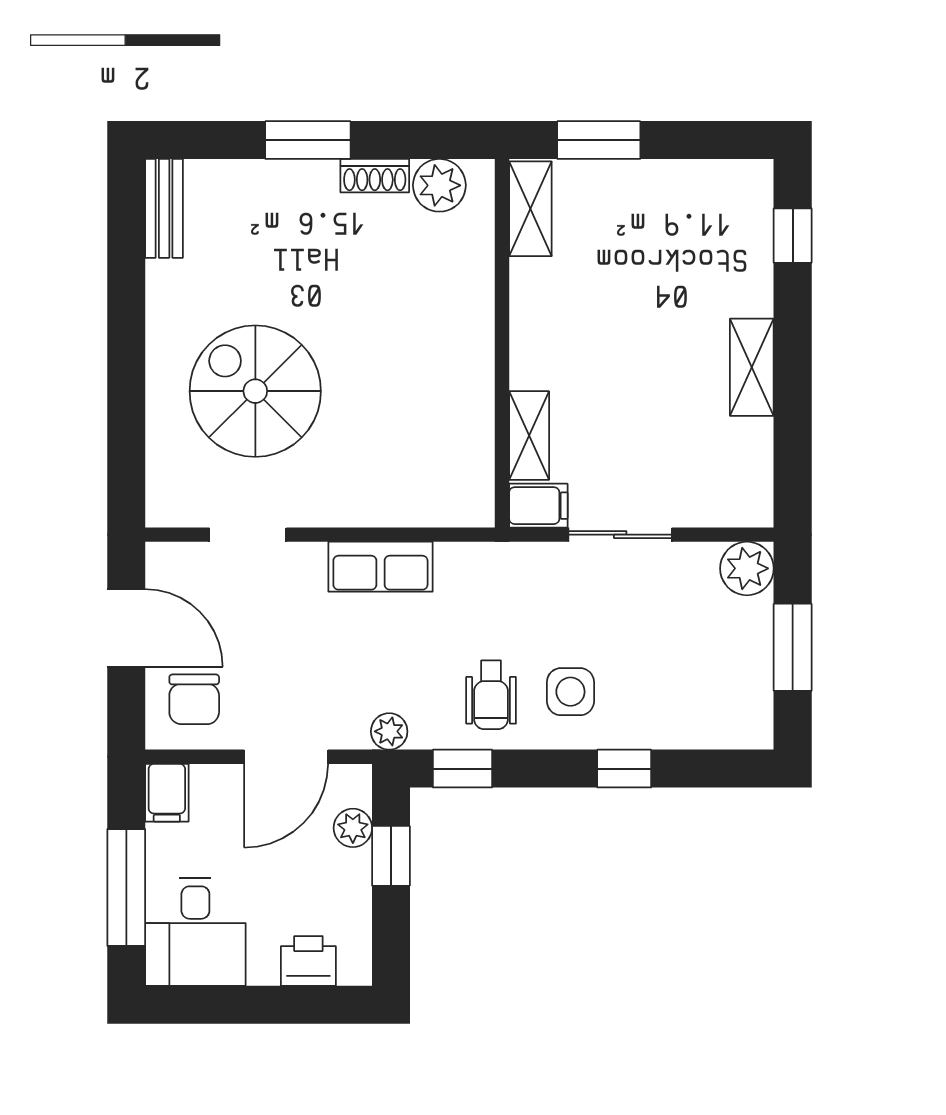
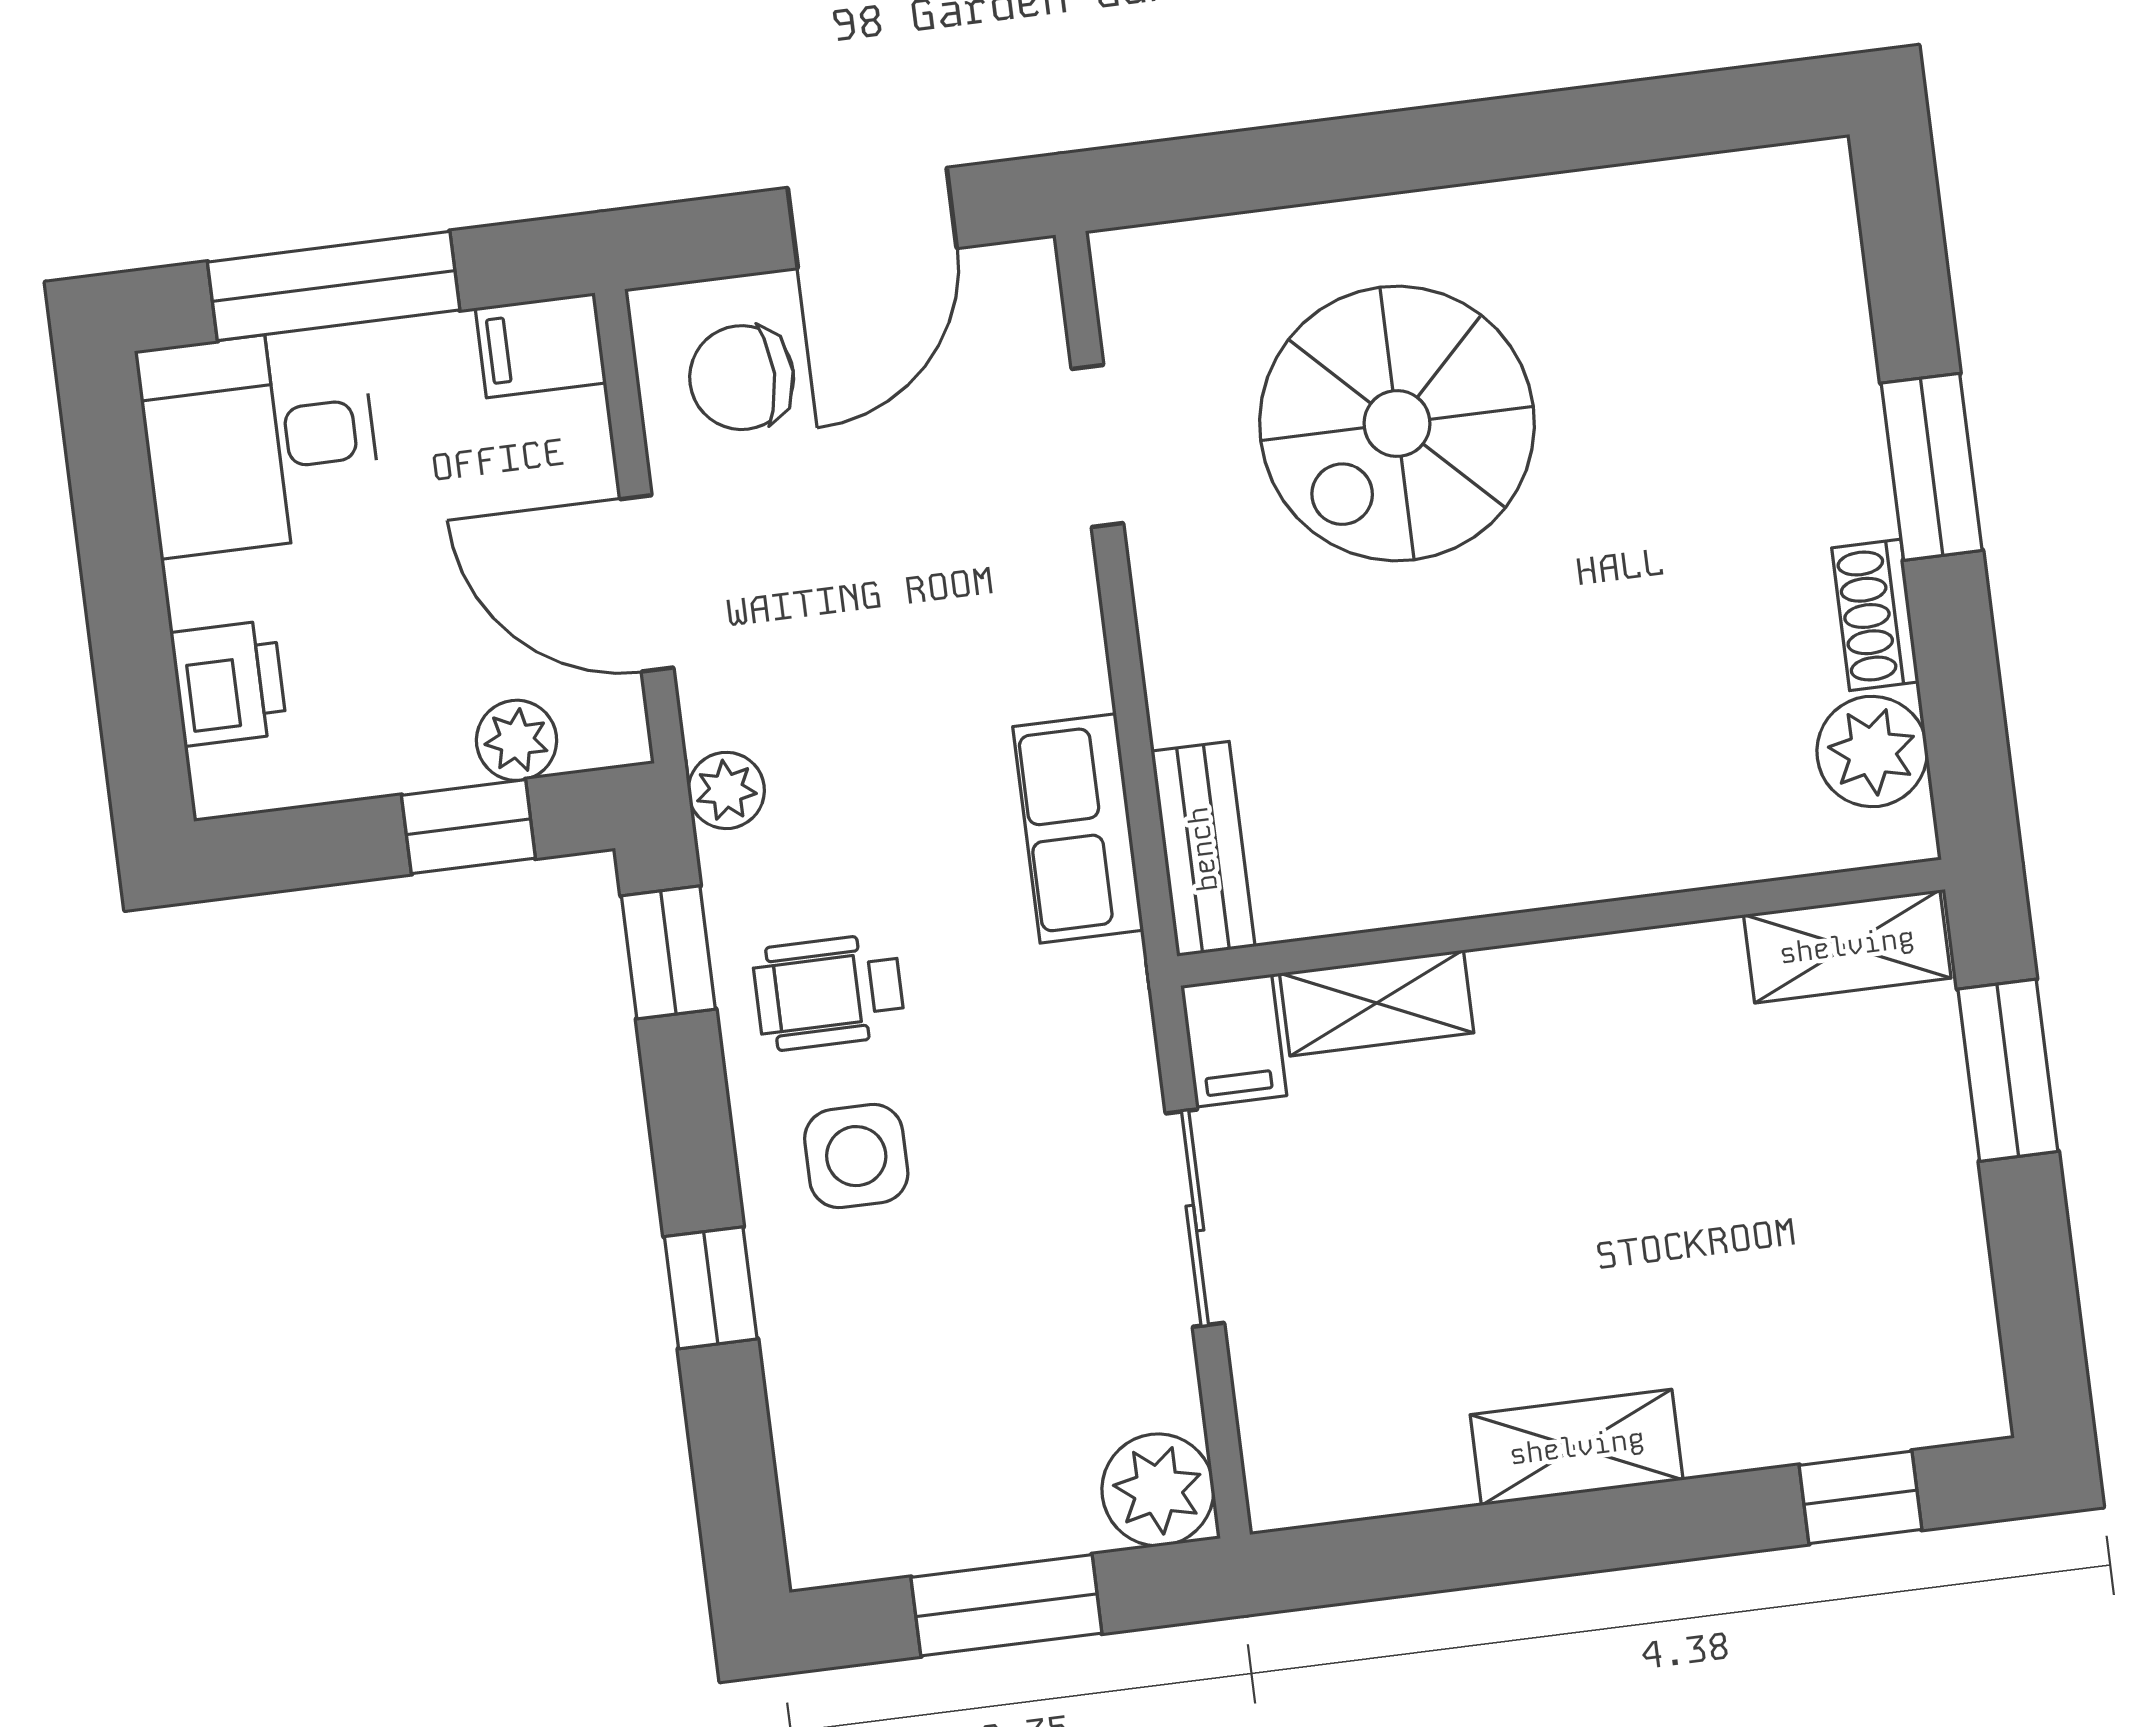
bench: (164, 208) -> (1203, 849), moved, turned 90
spiral stairs: (255, 391) -> (1397, 424), turned 180
row of seats: (380, 567) -> (1078, 828), moved

